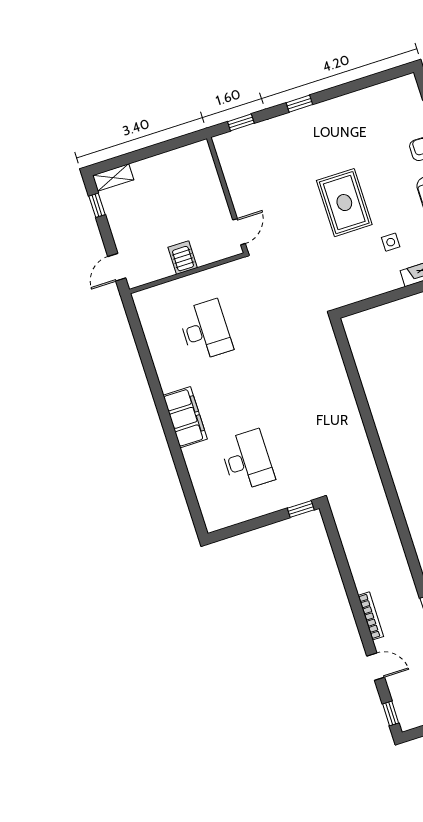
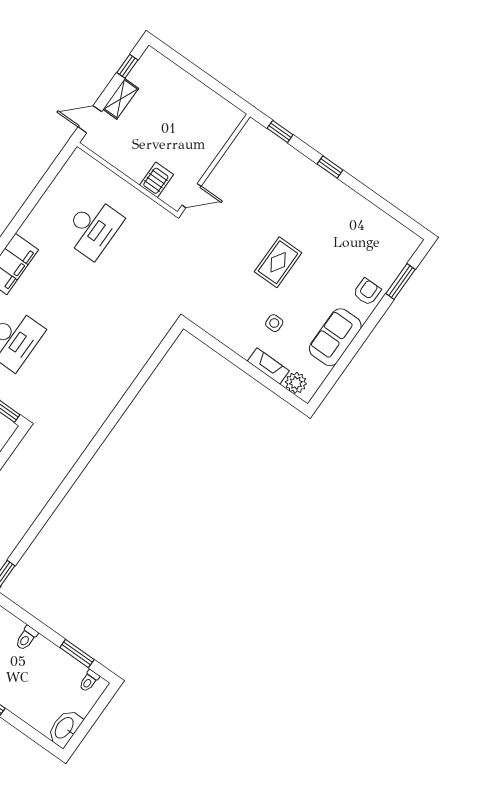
shelving: (113, 177) -> (121, 99), moved, turned 90
rug: (344, 203) -> (278, 262), width x0.73, depth x0.70
server rack: (183, 258) -> (157, 180), moved

